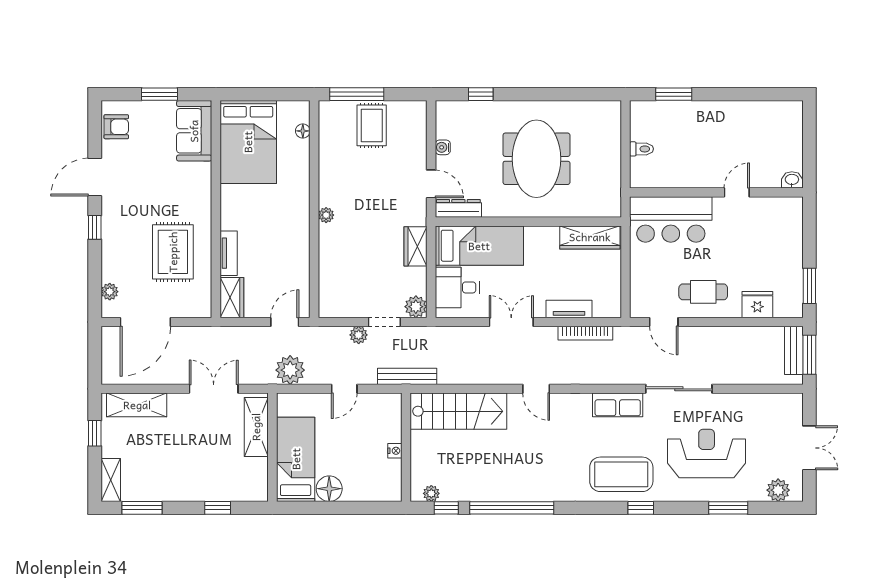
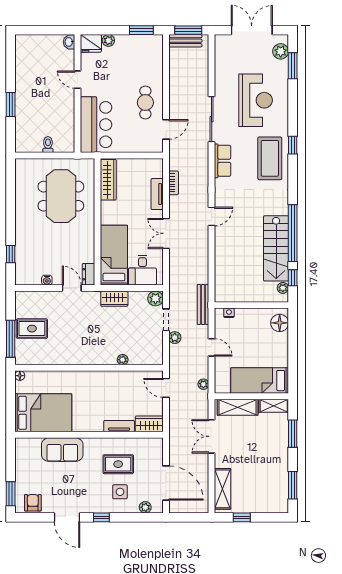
window: (160, 94) -> (11, 494), moved
window: (674, 94) -> (11, 105), moved
sofa: (194, 131) -> (62, 450), moved
floor lamp: (303, 131) -> (20, 376), moved
meeting table: (536, 159) -> (61, 196), moved, turned 90
door: (431, 184) -> (72, 288), hinge flipped
dresser: (458, 208) -> (89, 274), width x0.70
plant: (326, 215) -> (123, 360), moved
plant: (794, 238) -> (108, 40), added
rug: (173, 252) -> (118, 464), width x0.73, depth x0.70
side table: (132, 255) -> (120, 492), added
fridge: (757, 305) -> (91, 43), moved, turned -90
bookcase: (585, 333) -> (174, 183), width x0.64
plant: (290, 370) -> (203, 384), width x0.53, depth x0.53
stairs: (458, 411) -> (276, 248), moved, turned 180
double door: (809, 448) -> (252, 30), width x1.37
nightstand: (395, 451) -> (229, 313), moved
reception desk: (707, 453) -> (256, 100), turned 180
shelving: (111, 480) -> (274, 406), moved
floor lamp: (329, 489) -> (280, 323), moved
window: (218, 508) -> (293, 434), width x1.50
window: (728, 508) -> (293, 66), moved

